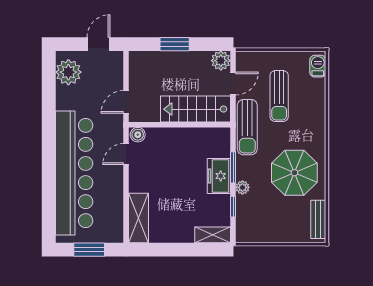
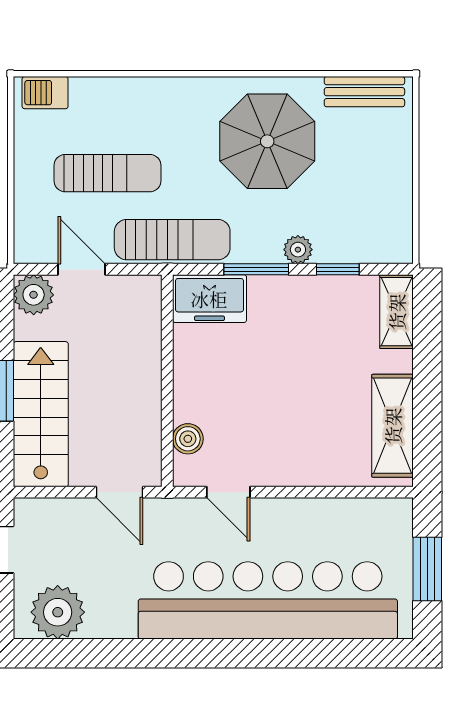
stairs: (196, 109) -> (41, 414), moved, turned 180
boiler: (138, 135) -> (188, 439), moved
freezer: (219, 176) -> (209, 299), moved
shelving: (138, 218) -> (393, 426), moved, turned 90

